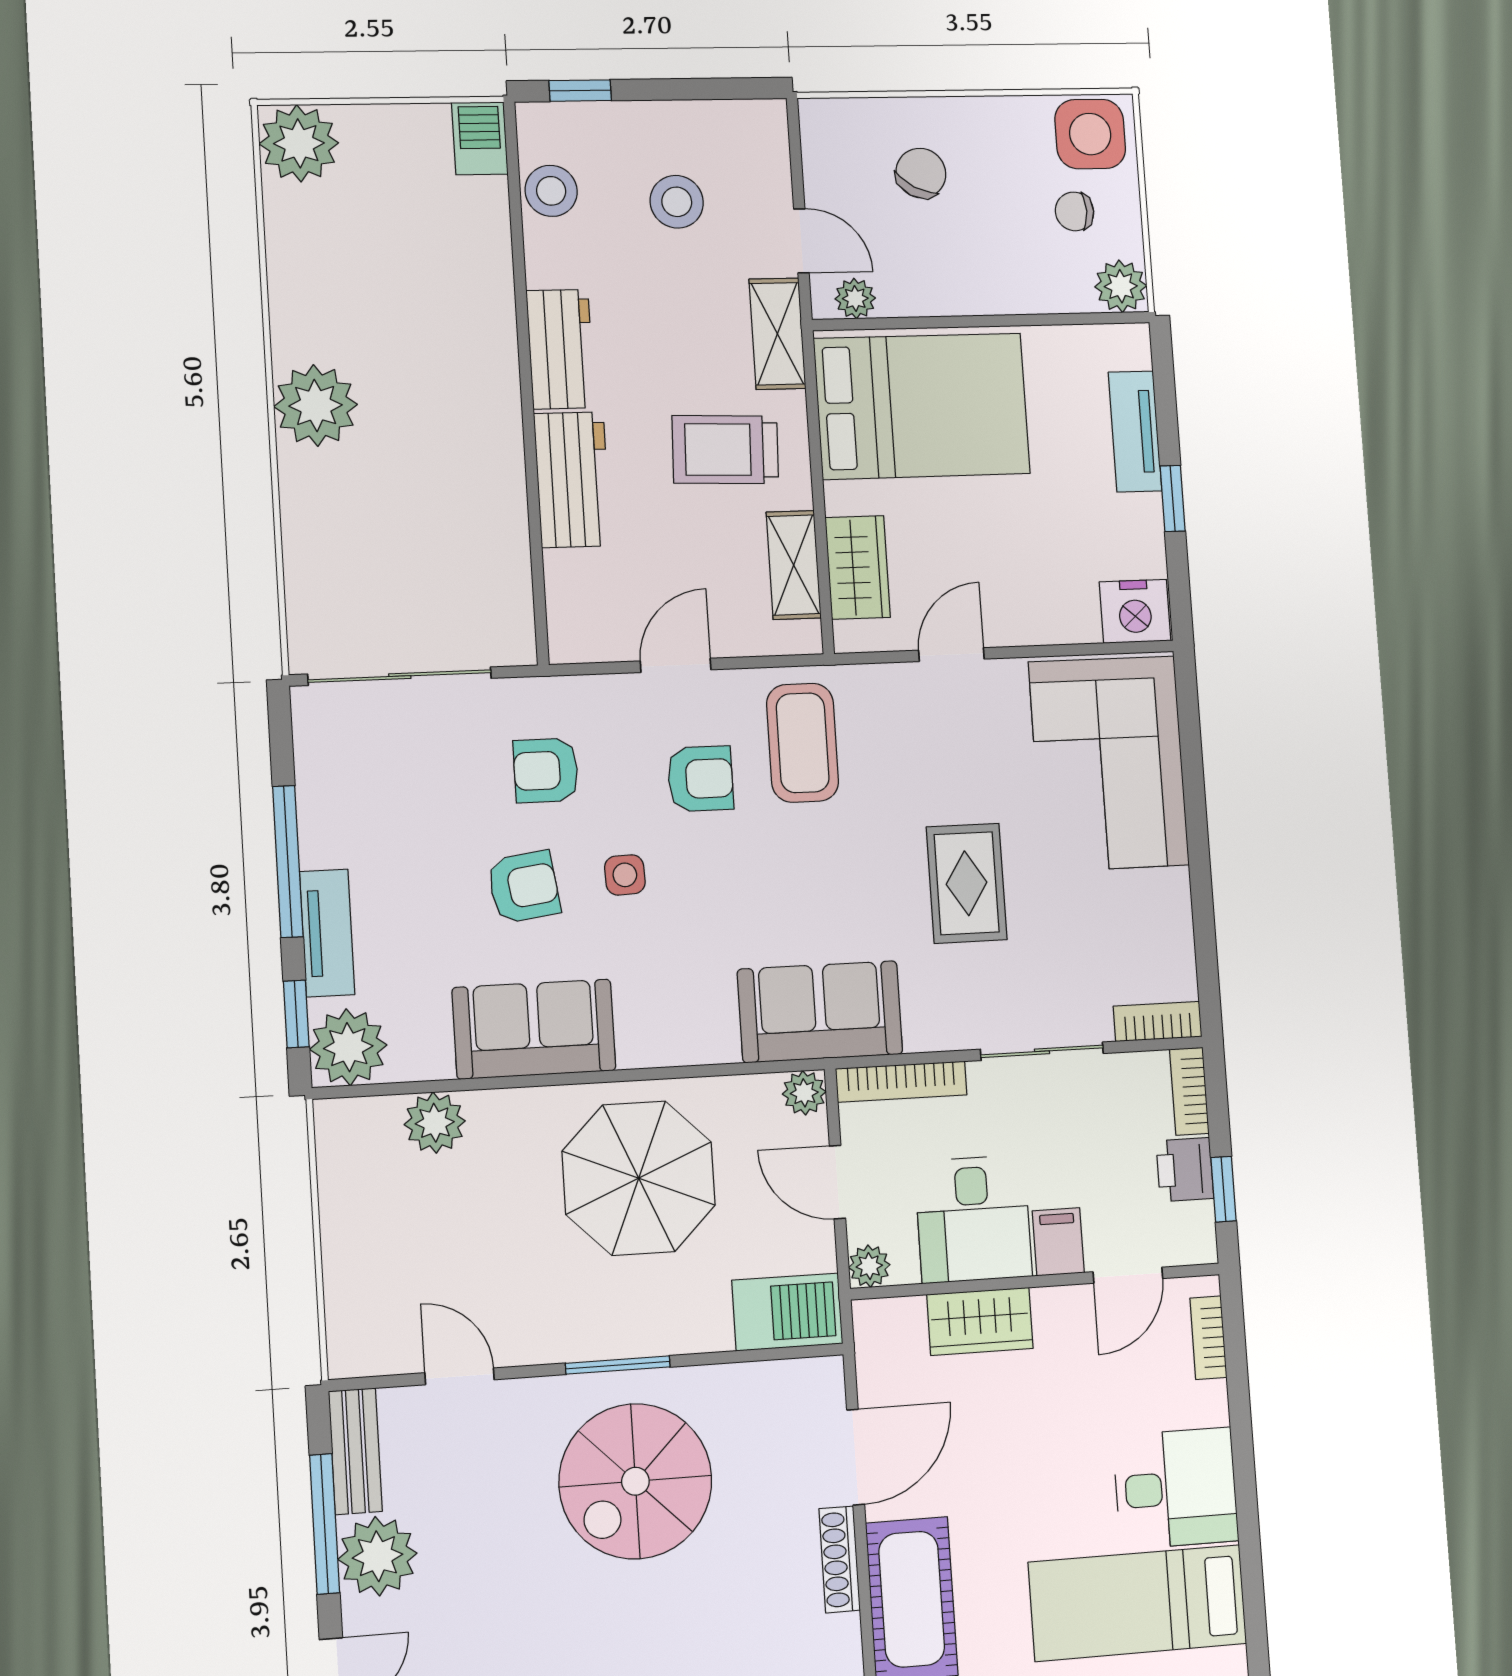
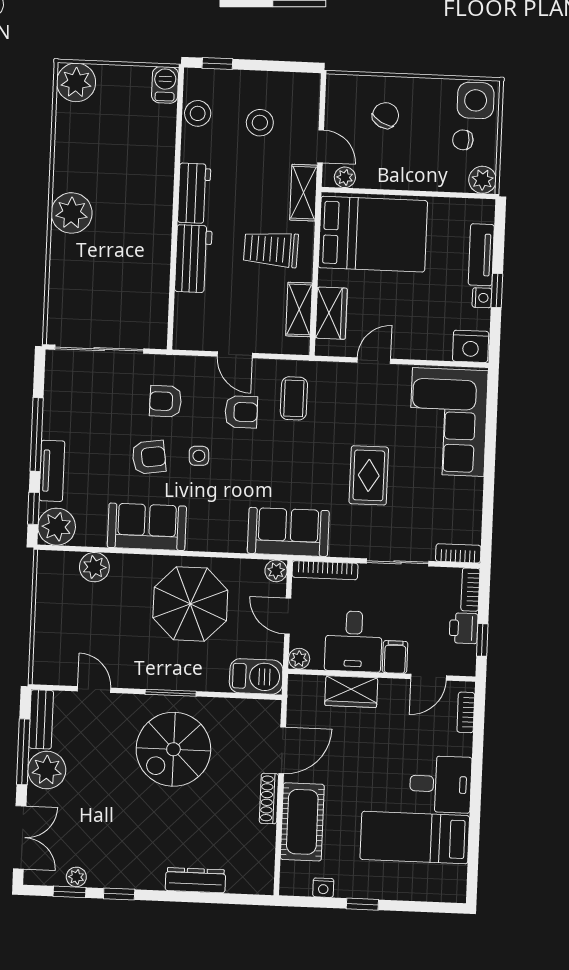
nightstand: (1146, 515) -> (482, 298), added
door: (676, 665) -> (235, 355), swing flipped
coffee table: (803, 743) -> (294, 398), width x0.73, depth x0.77

